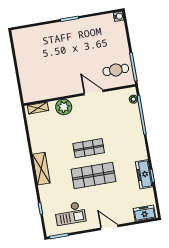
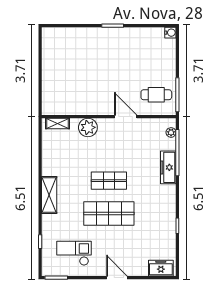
freezer: (144, 174) -> (168, 167), moved
checkout: (70, 213) -> (74, 253), turned 180

